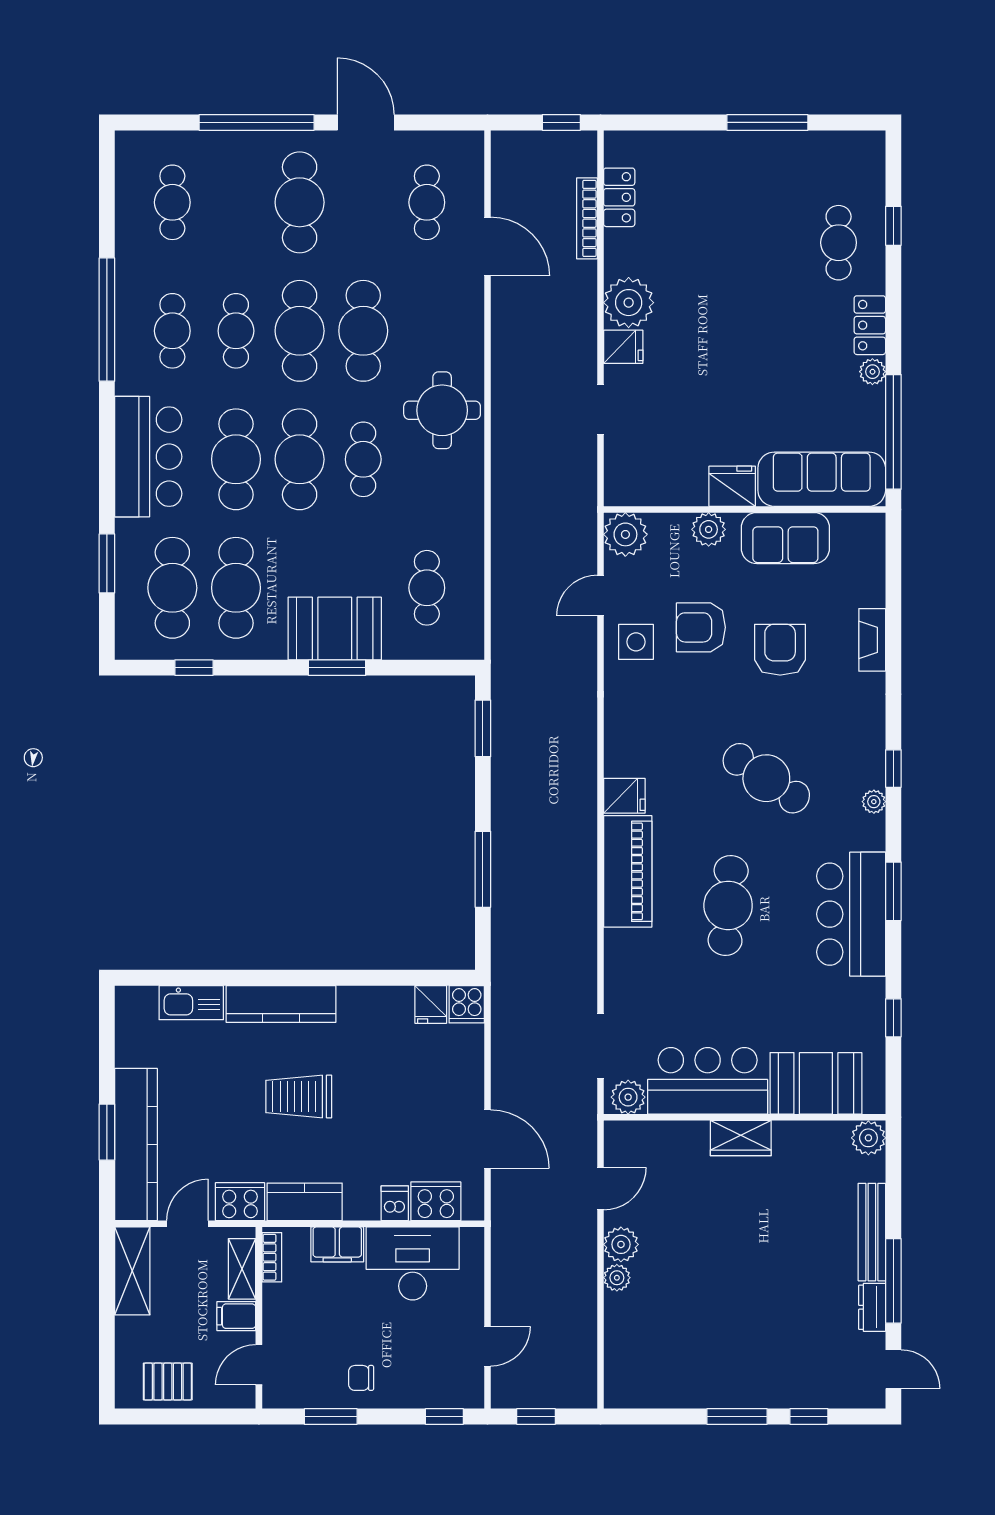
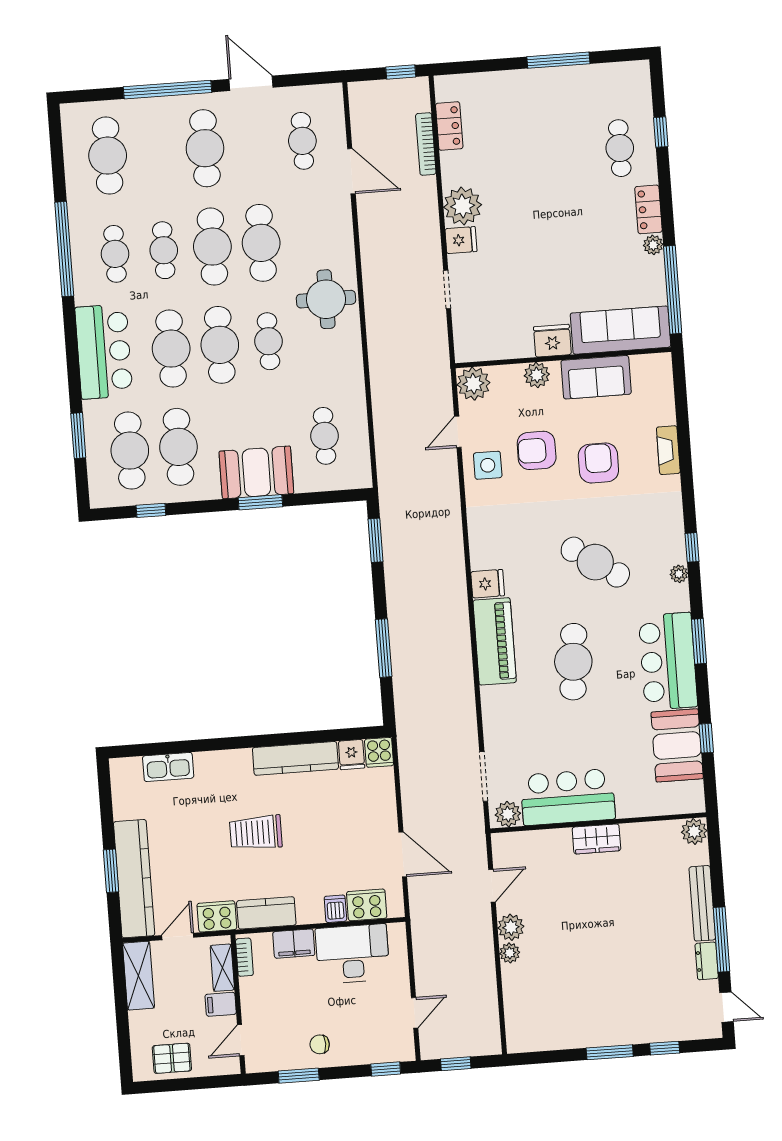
cafe table: (172, 202) -> (108, 156), width x1.37, depth x1.35
kitchen counter: (281, 1004) -> (295, 758), moved
booth: (816, 1083) -> (677, 745), moved, turned 90

